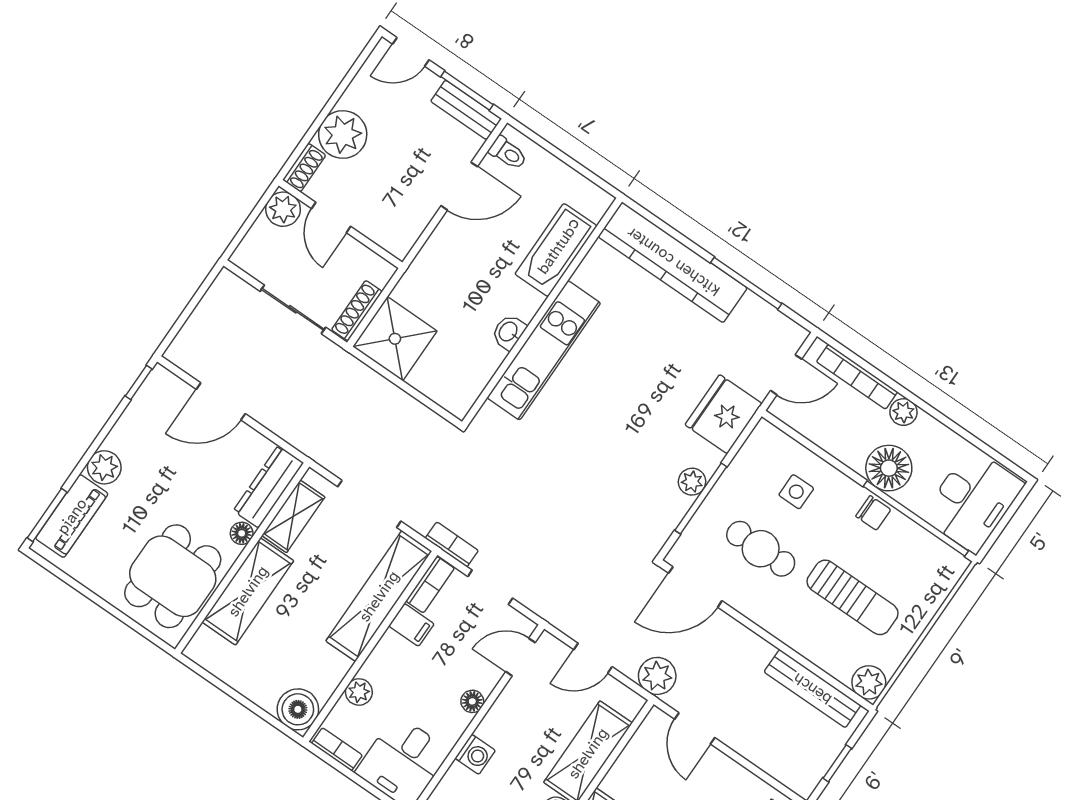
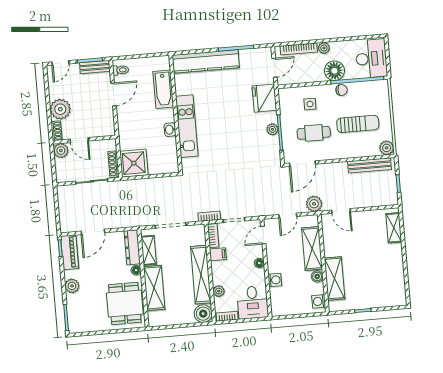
piano: (72, 516) -> (70, 252), moved
shelving: (379, 596) -> (201, 275), moved

